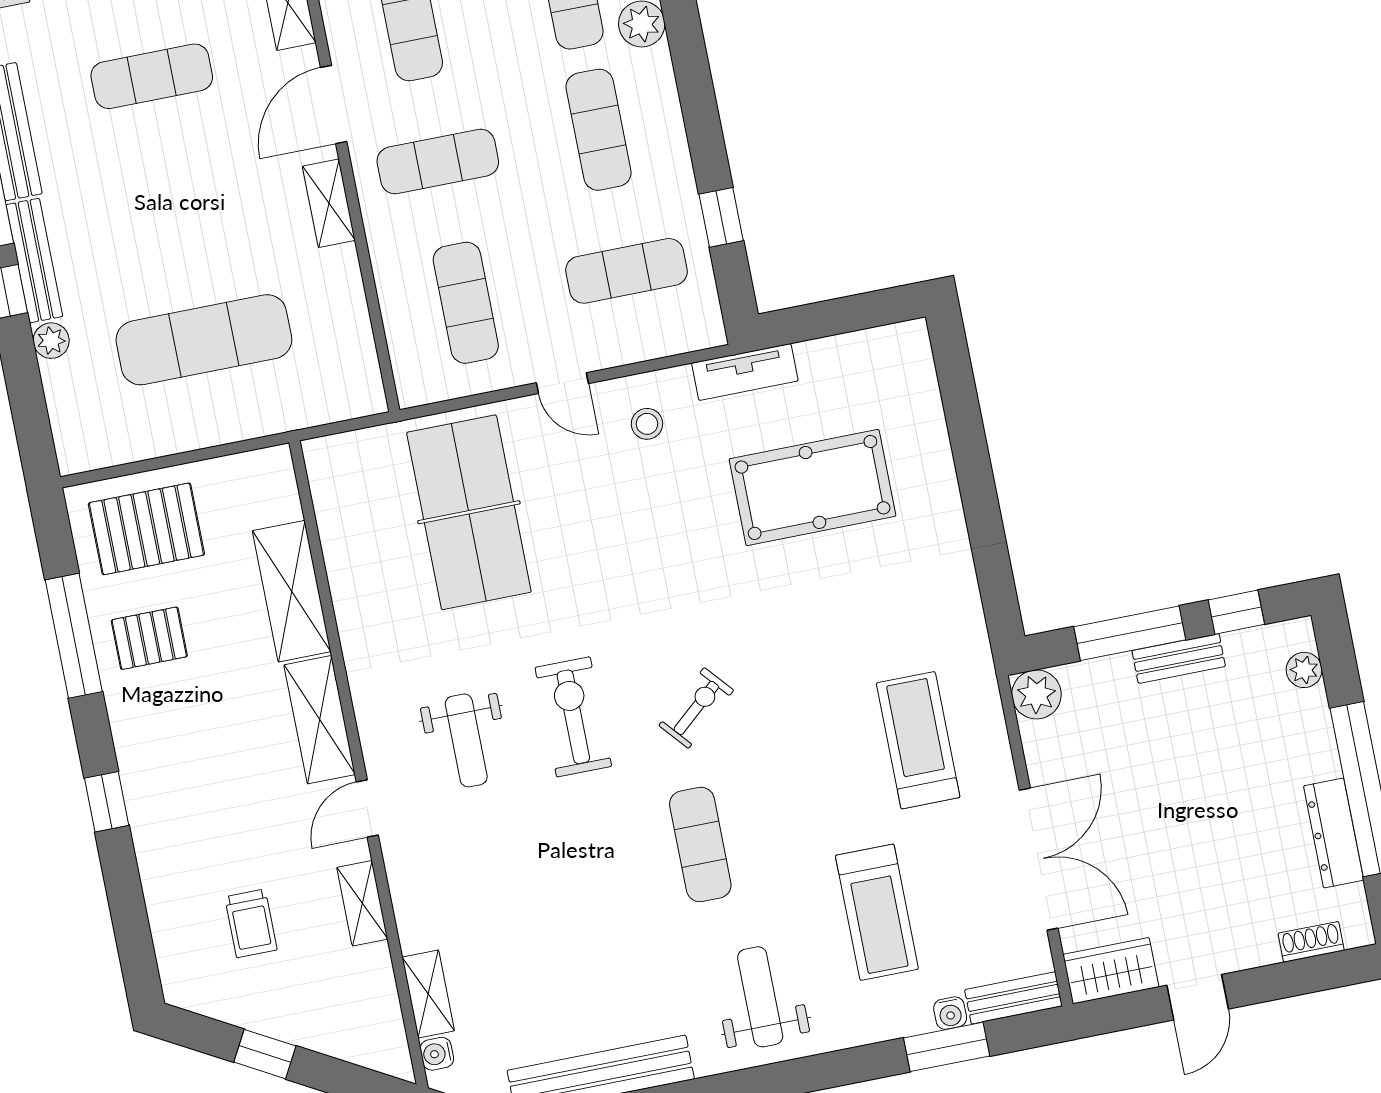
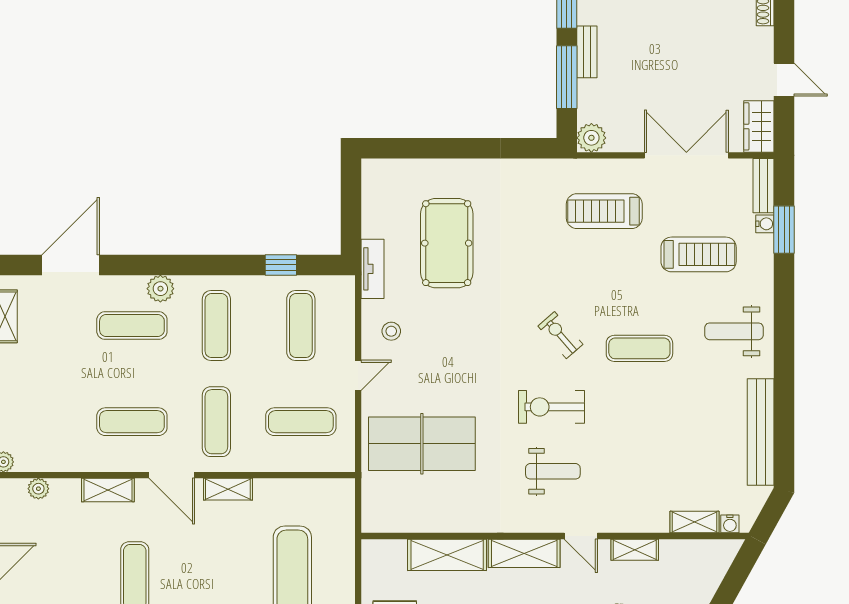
exercise mat: (599, 130) -> (216, 326), turned 90

